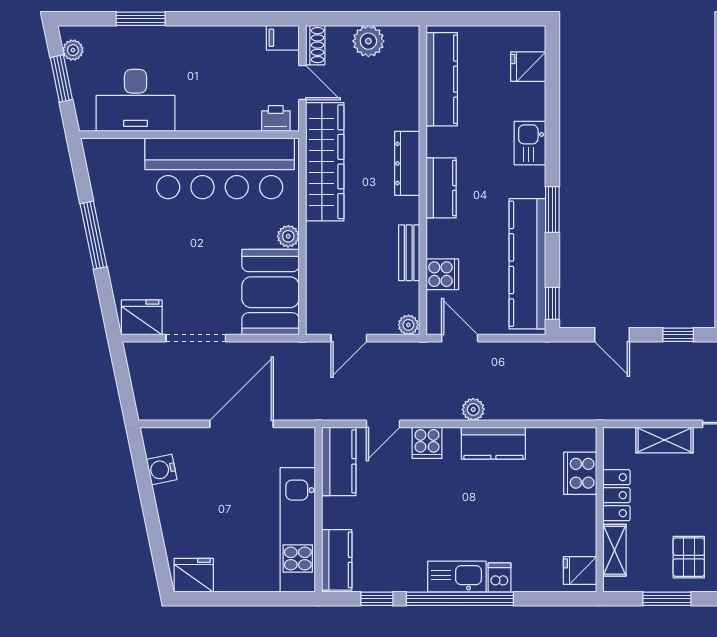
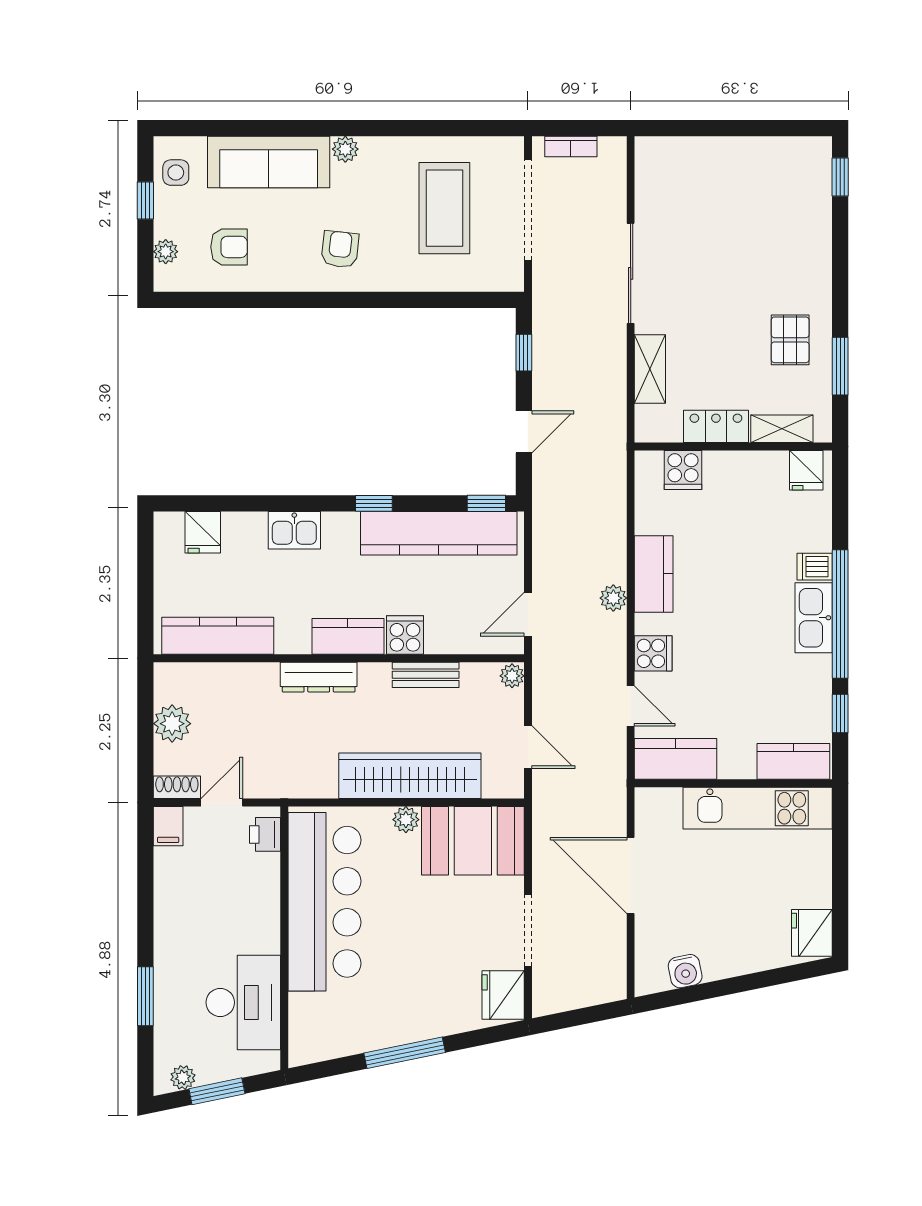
wardrobe: (325, 162) -> (410, 776), moved
window: (552, 210) -> (374, 503), width x0.67
cooker: (442, 274) -> (405, 635), moved
cooker: (580, 473) -> (683, 470), width x0.73
pallet: (689, 557) -> (790, 340), turned 90

